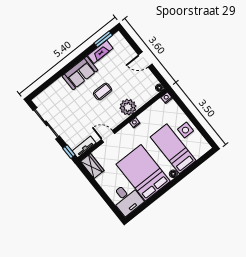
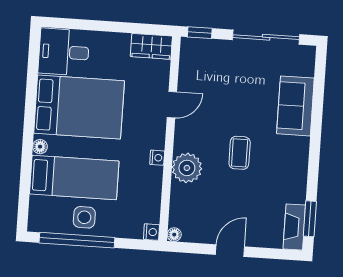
fireplace: (100, 52) -> (294, 227), moved
sofa: (80, 73) -> (295, 106), moved
window: (197, 125) -> (77, 240), added
tv unit: (84, 147) -> (188, 59), removed

